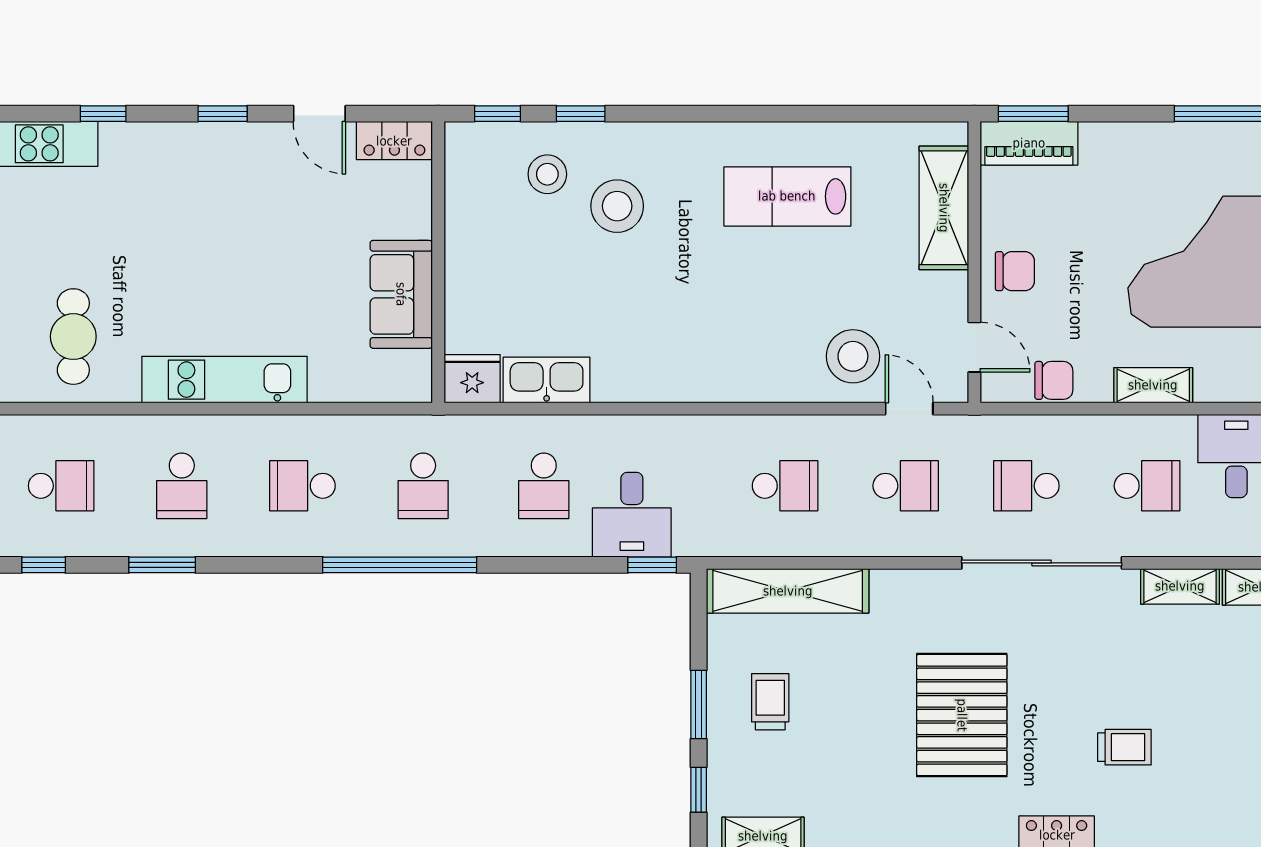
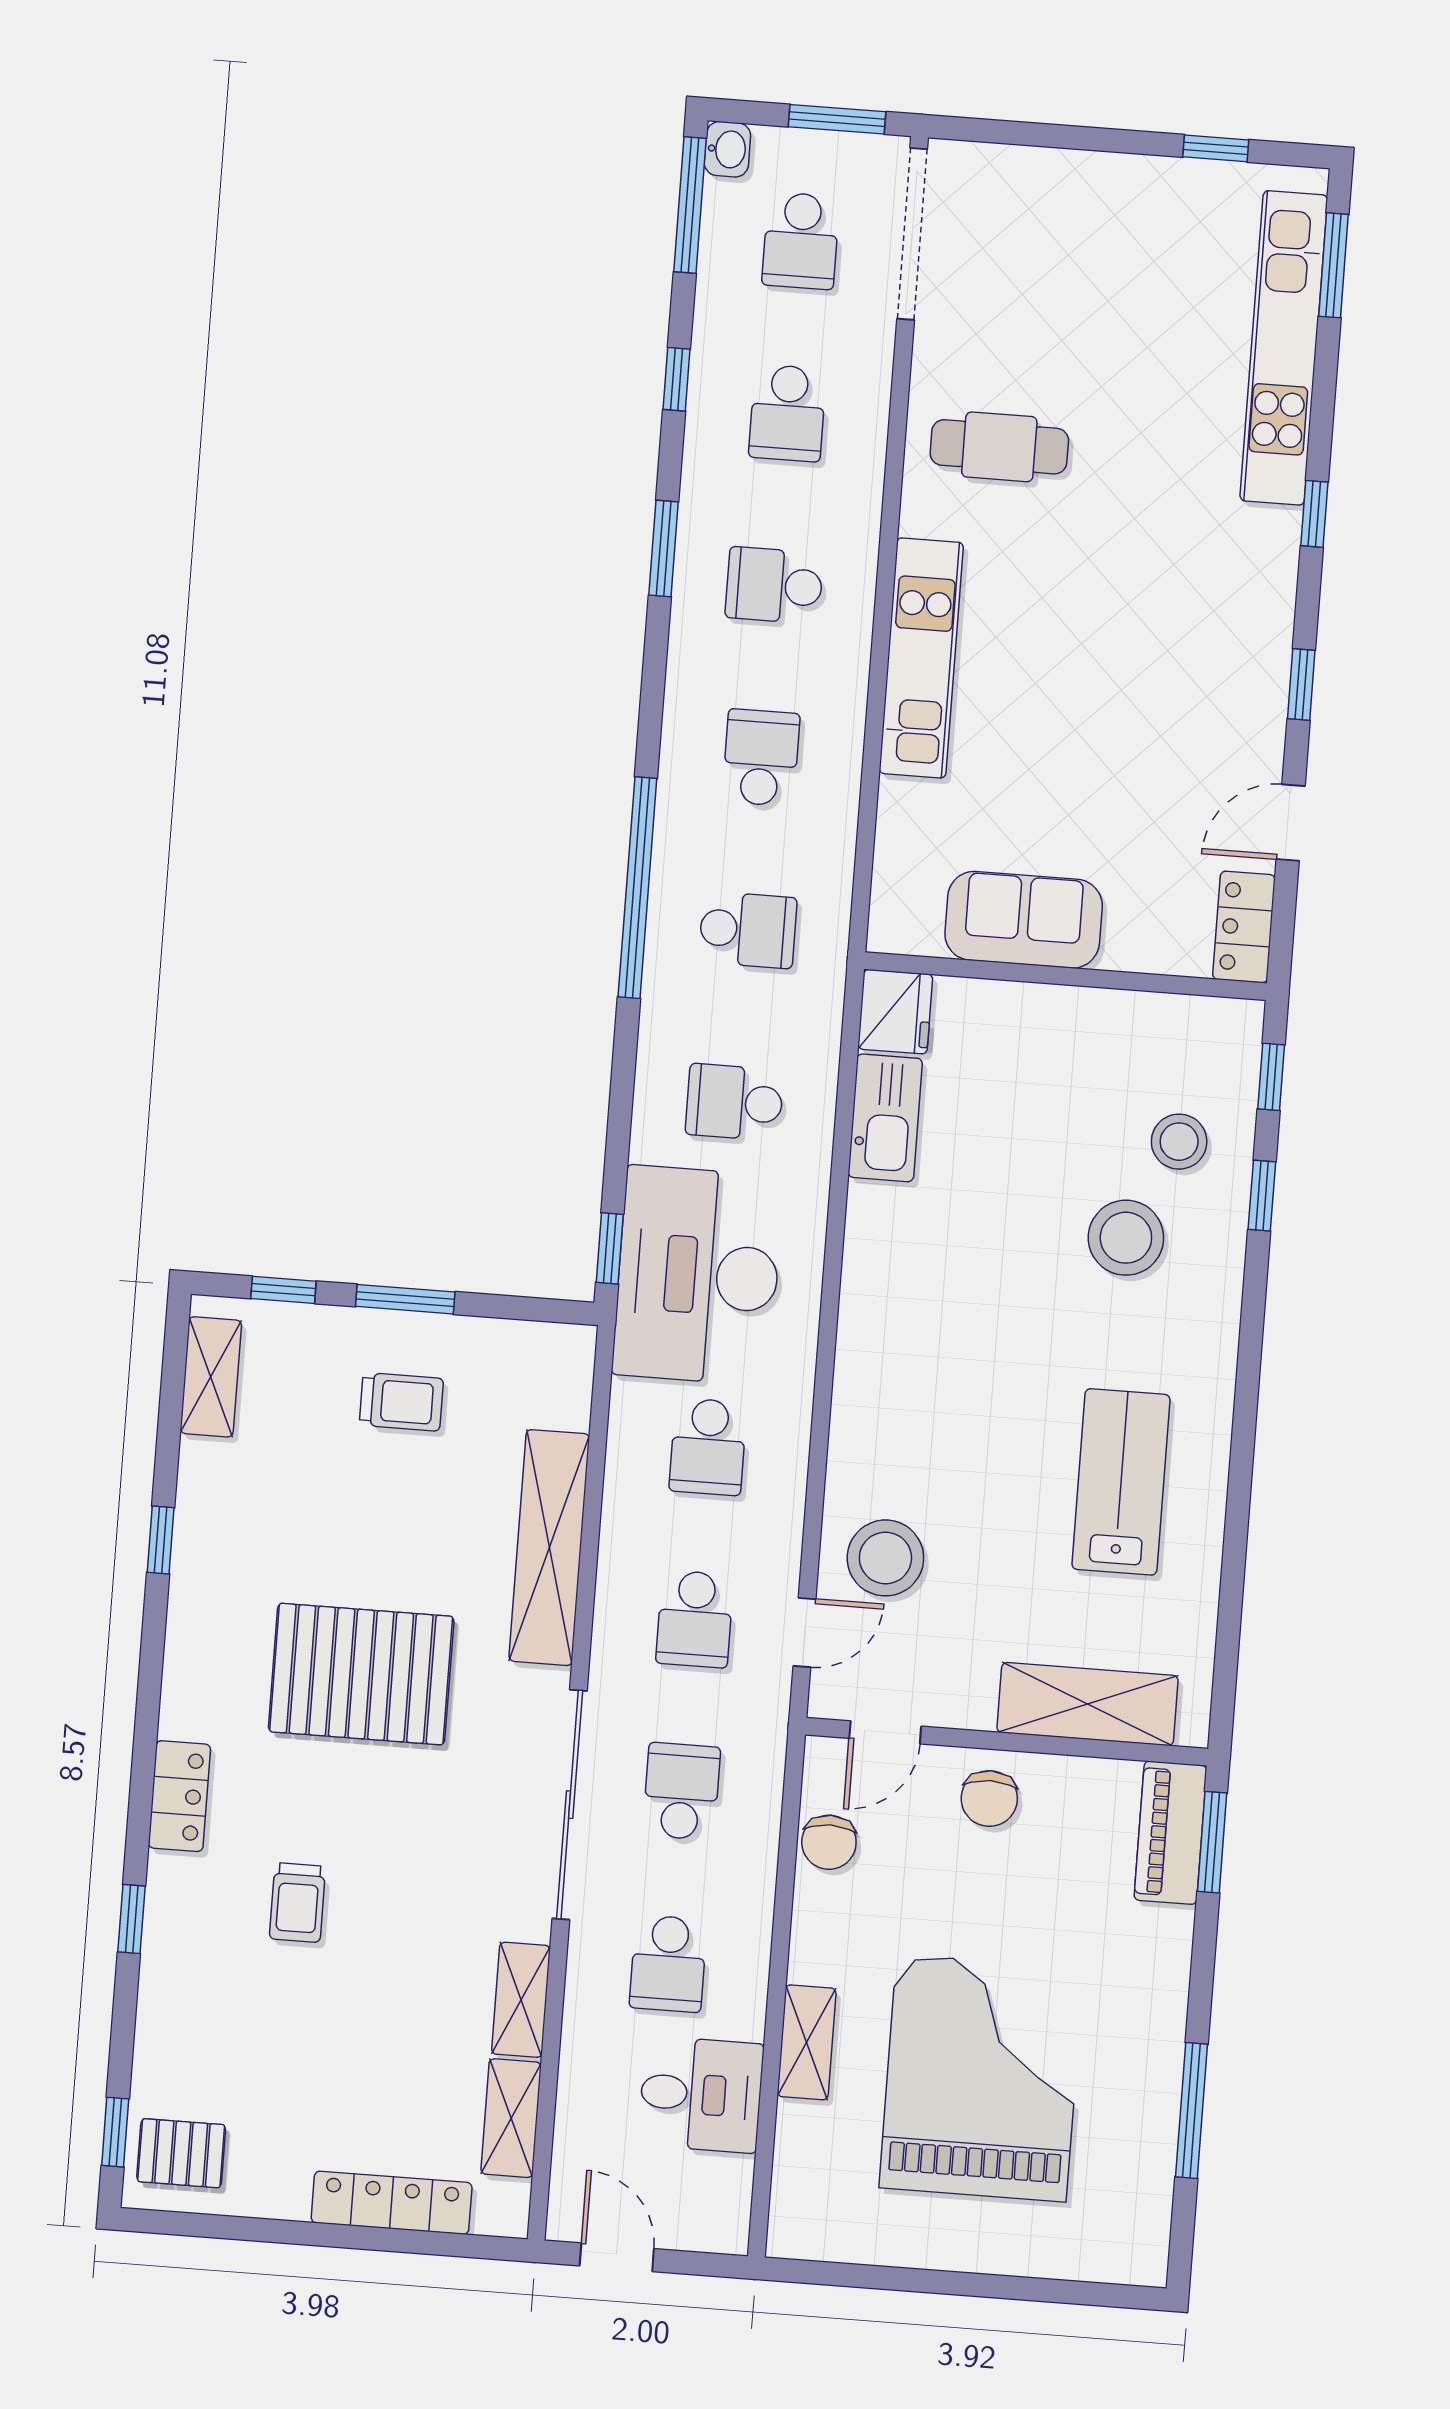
shelving: (1153, 385) -> (807, 2042), moved
school desk: (423, 486) -> (748, 930), turned 180
desk: (632, 515) -> (698, 1275), width x1.87, depth x1.30
shelving: (788, 591) -> (549, 1548), moved

